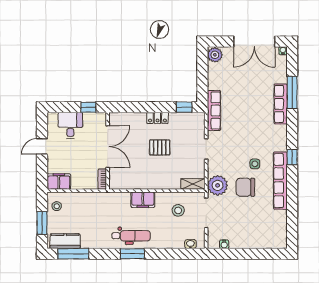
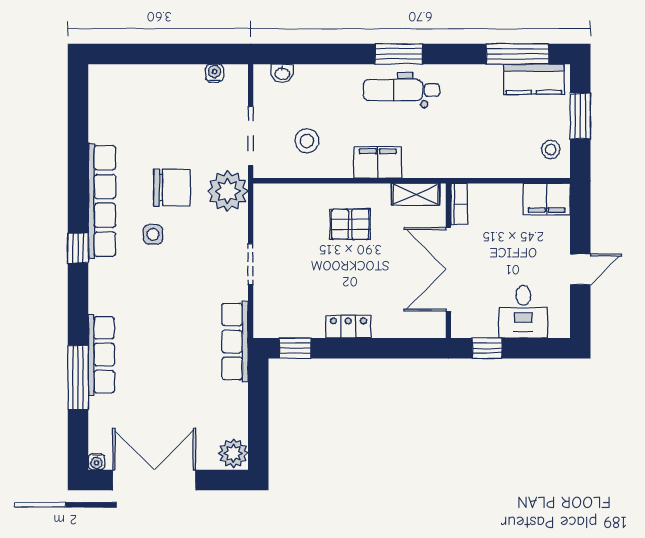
pallet: (160, 147) -> (350, 224), moved
shelving: (193, 184) -> (415, 194), moved

